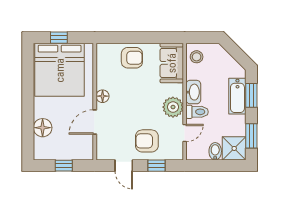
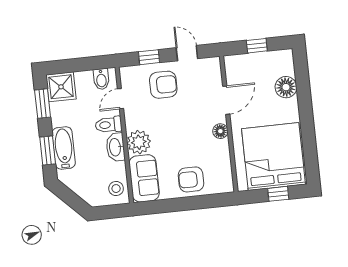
plant: (173, 107) -> (139, 142), moved
bidet: (215, 151) -> (101, 79), moved

